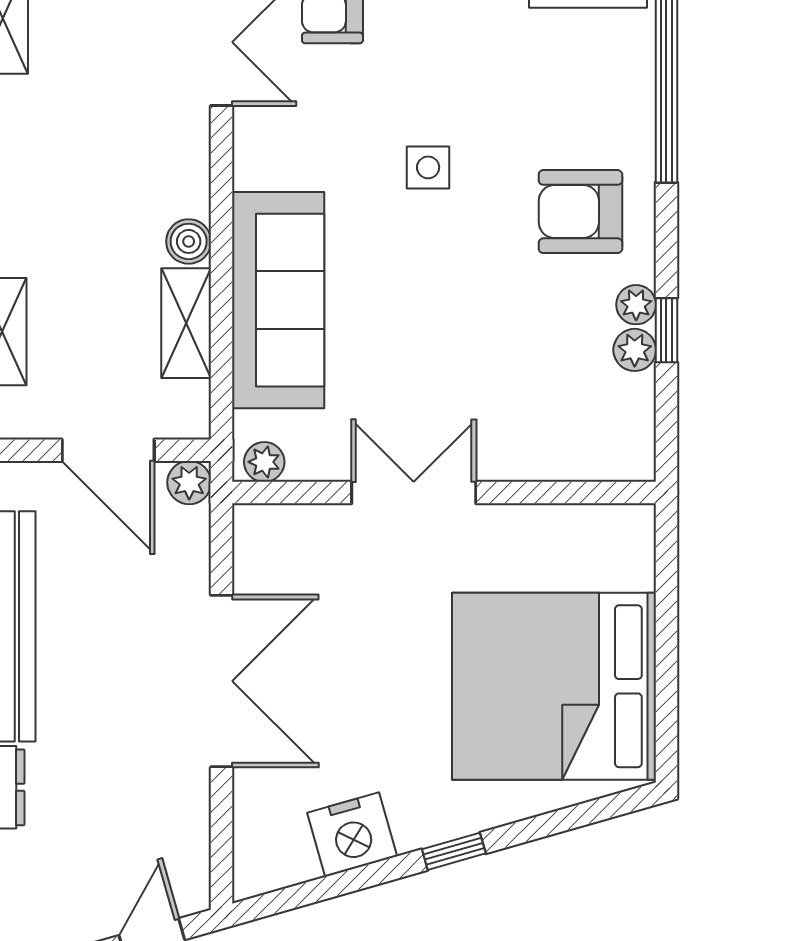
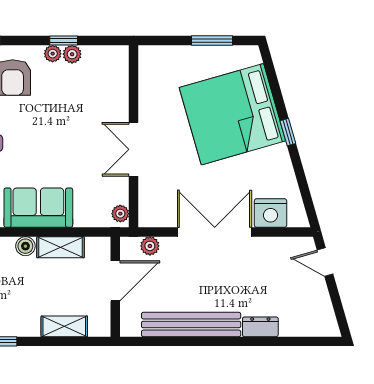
sofa: (278, 300) -> (38, 208), width x0.73
plant: (189, 483) -> (150, 246), moved
window: (666, 675) -> (212, 41), added
bed: (554, 686) -> (232, 114), moved, turned 74
nightstand: (352, 835) -> (270, 213), moved, turned 106

